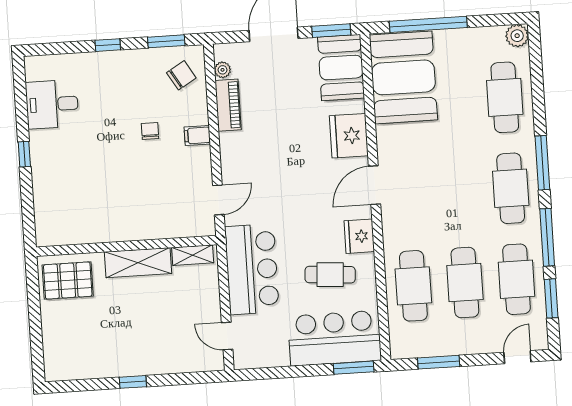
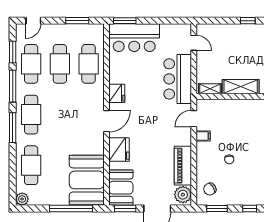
plant: (223, 70) -> (183, 195), width x1.87, depth x1.87
piano: (228, 105) -> (183, 166), width x1.37, depth x1.33
filing cabinet: (197, 135) -> (203, 136), moved
cafe table: (330, 275) -> (134, 73), removed

